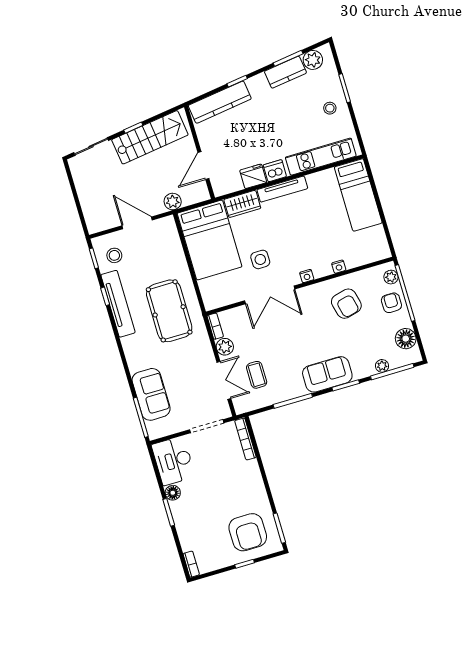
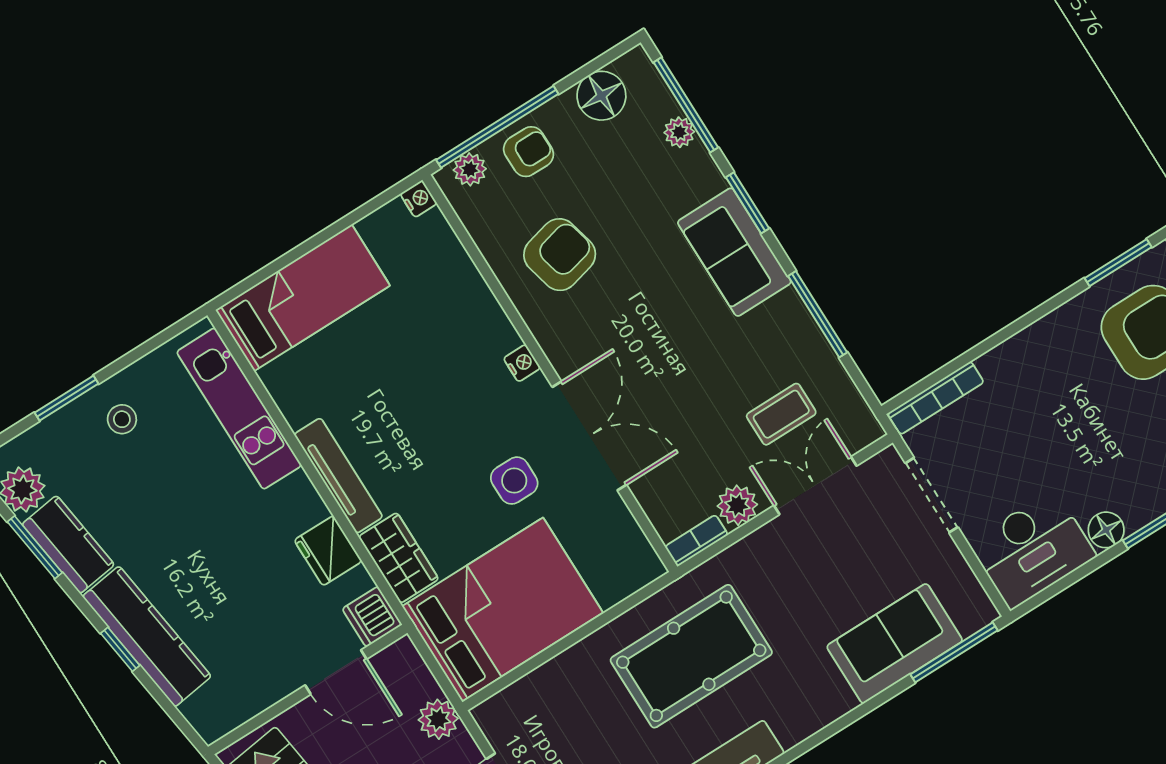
kitchen counter: (220, 102) -> (147, 636), moved
dishwasher: (275, 171) -> (372, 617), moved
nightstand: (339, 267) -> (419, 199), moved
armchair: (391, 303) -> (529, 152), turned 180

